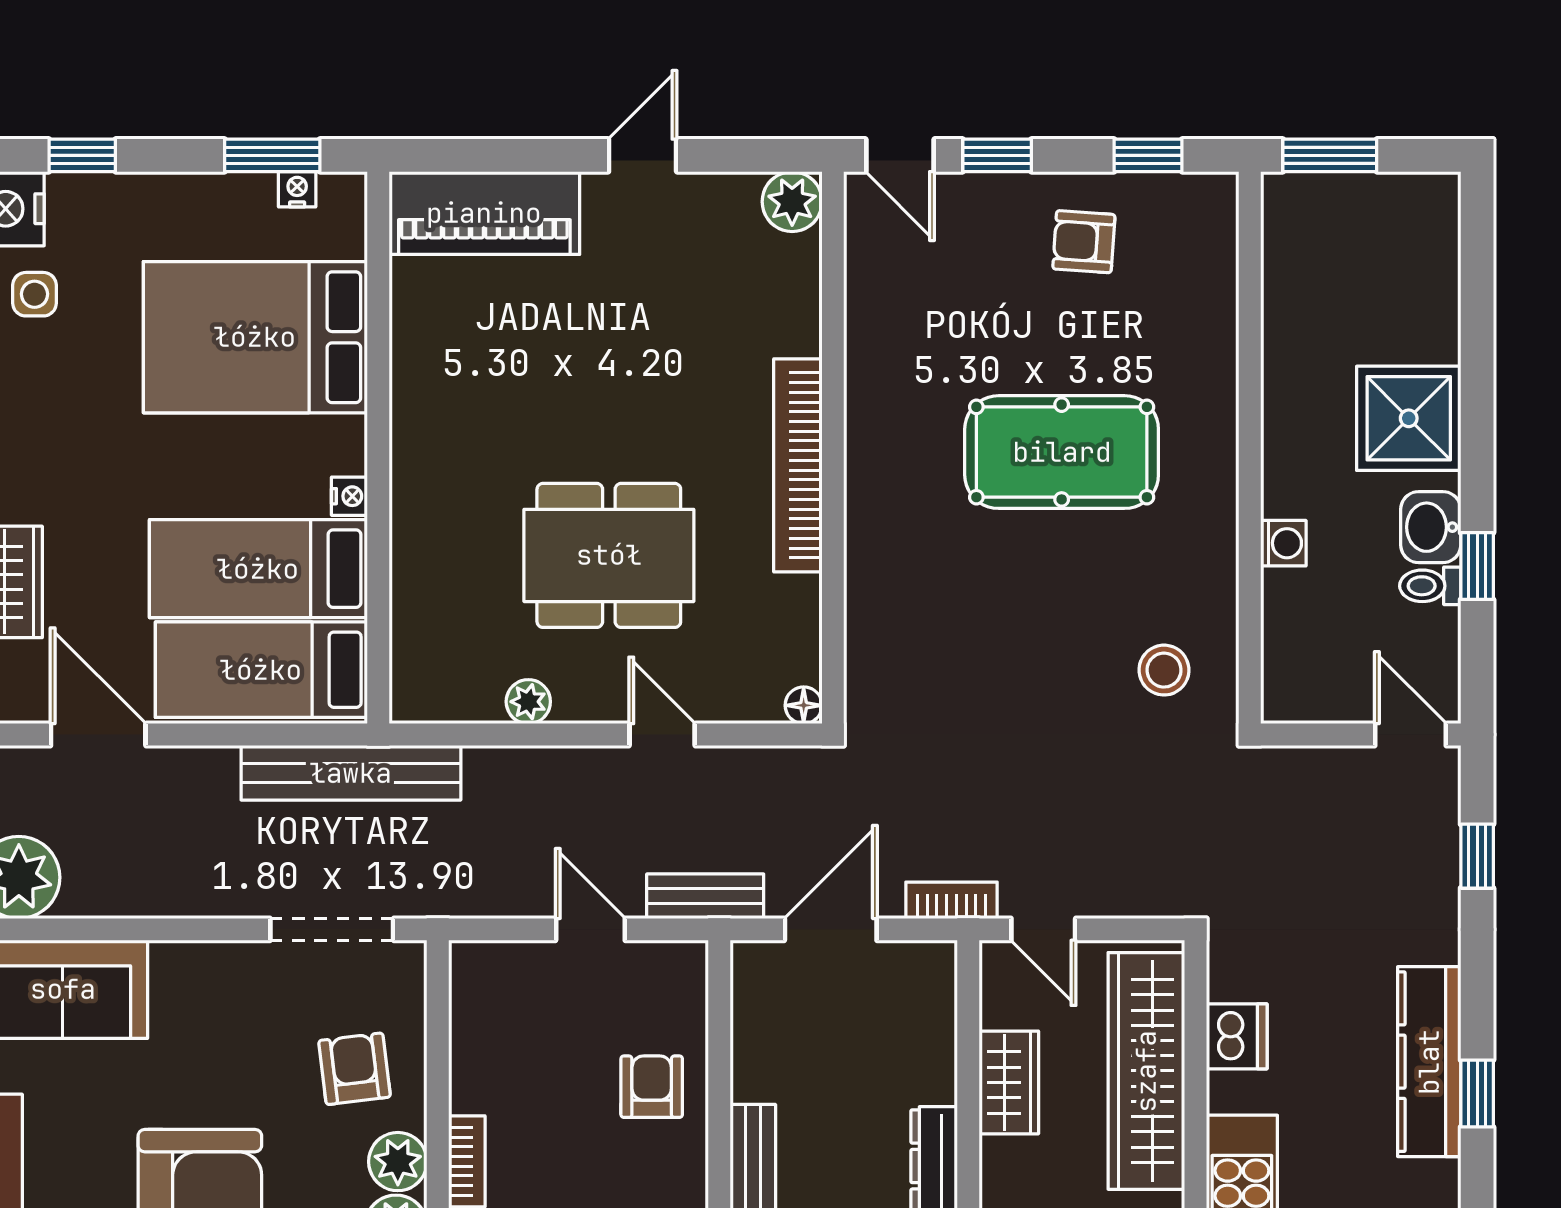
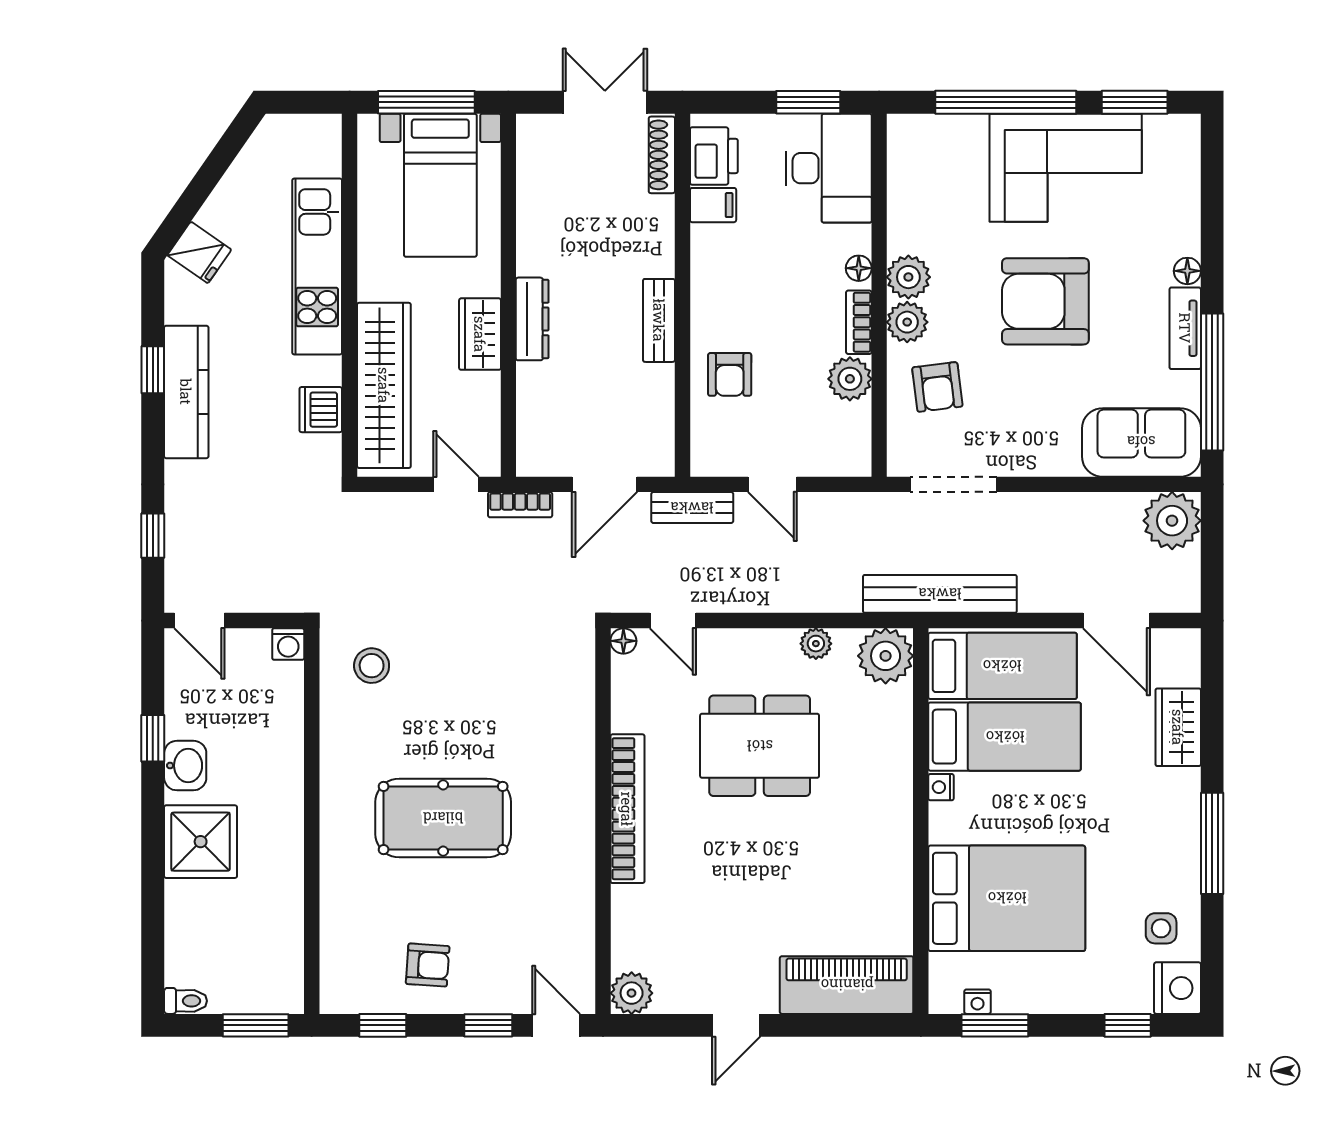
washing machine: (1283, 543) -> (288, 644), moved, turned -90
toilet: (1430, 586) -> (186, 1001), moved
plant: (429, 684) -> (886, 656), added
door: (662, 735) -> (673, 621), moved
plant: (480, 1080) -> (850, 379), added
wardrobe: (1009, 1082) -> (480, 334), moved

